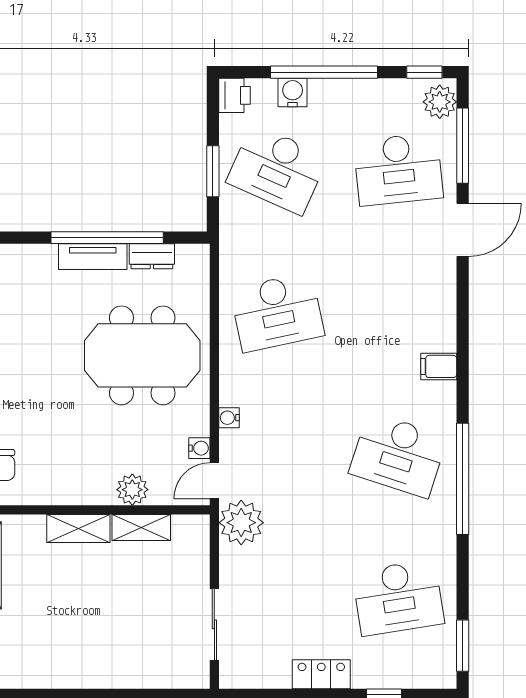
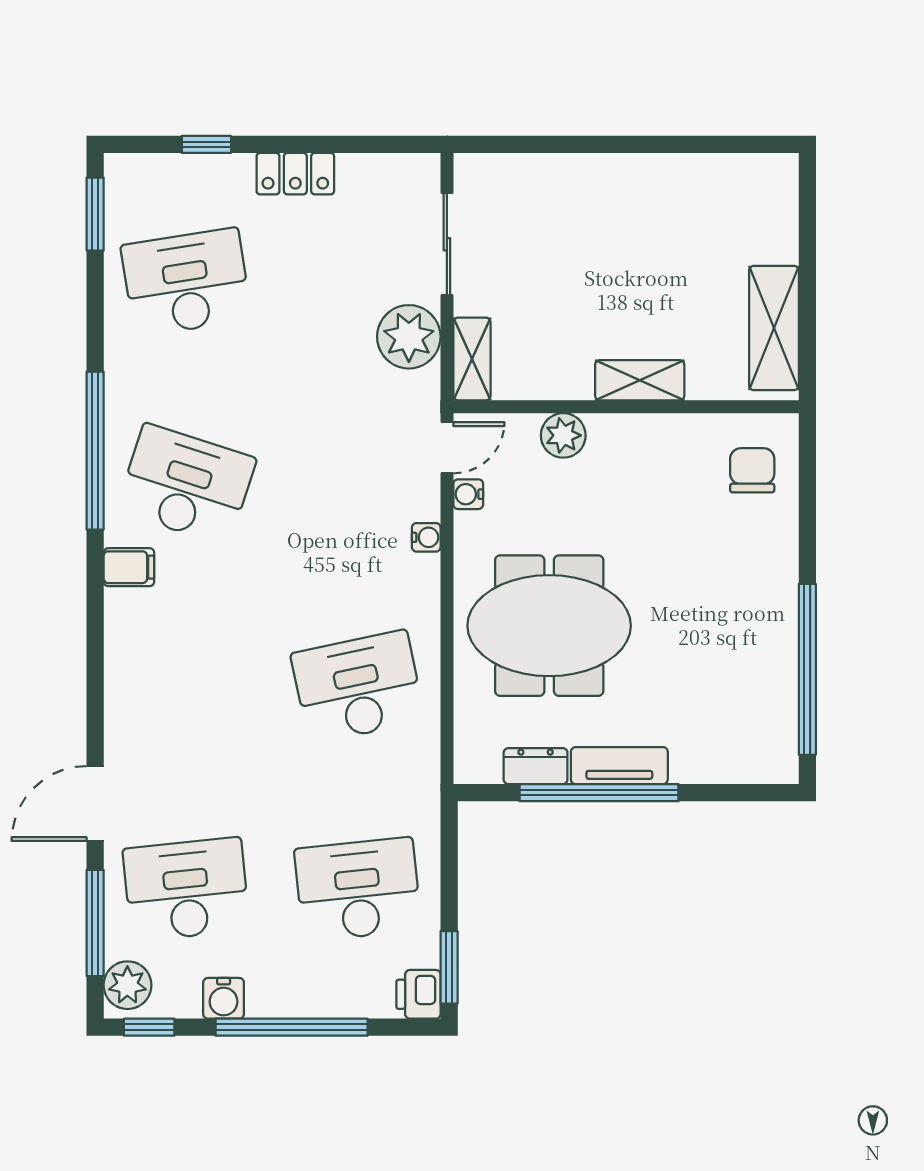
water cooler: (293, 93) -> (224, 998), moved
desk: (277, 169) -> (358, 889), turned -30
window: (213, 171) -> (449, 967), moved
filing cabinet: (439, 366) -> (129, 567), moved
plant: (241, 523) -> (409, 337), moved
shelving: (141, 527) -> (472, 359), moved, turned 90

